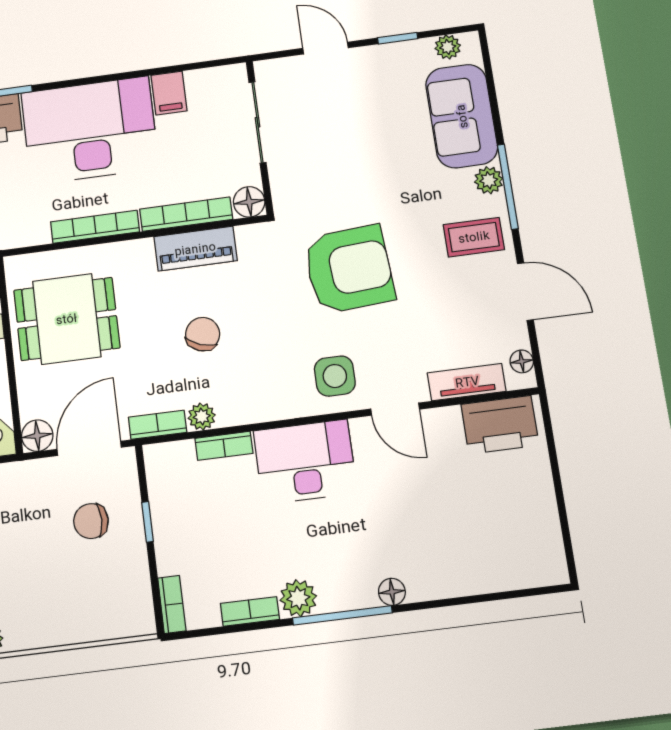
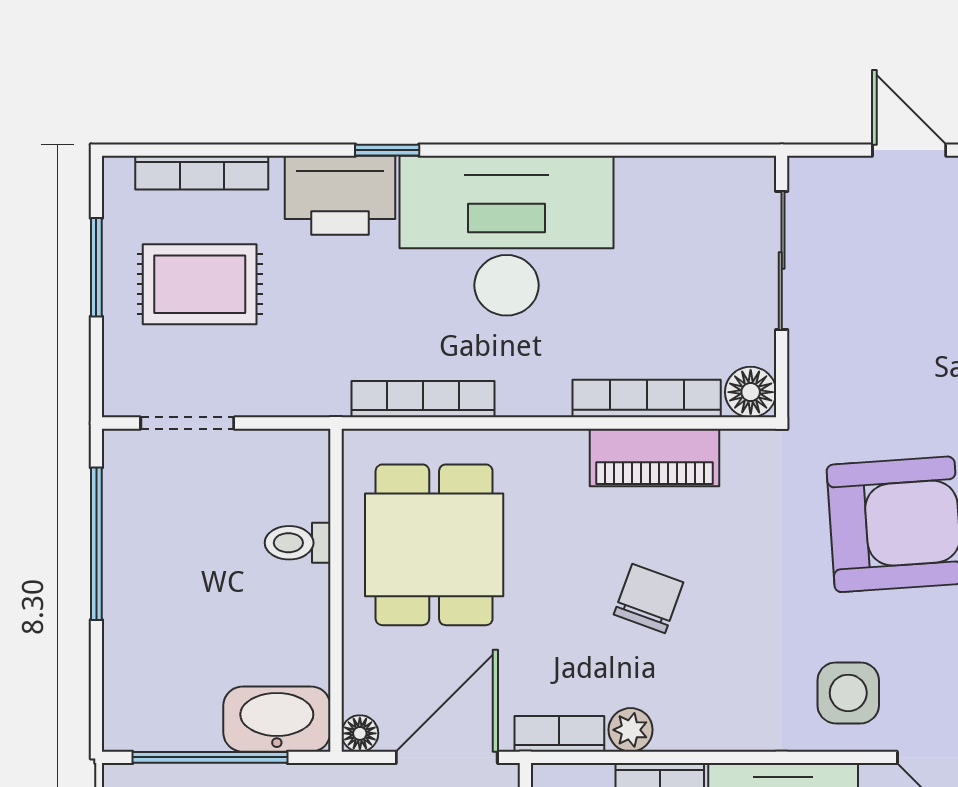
filing cabinet: (169, 93) -> (644, 190), removed
bookcase: (95, 227) -> (423, 399), moved
dining table: (67, 319) -> (434, 545), turned 90
floor lamp: (37, 436) -> (360, 733), width x0.73, depth x0.73

